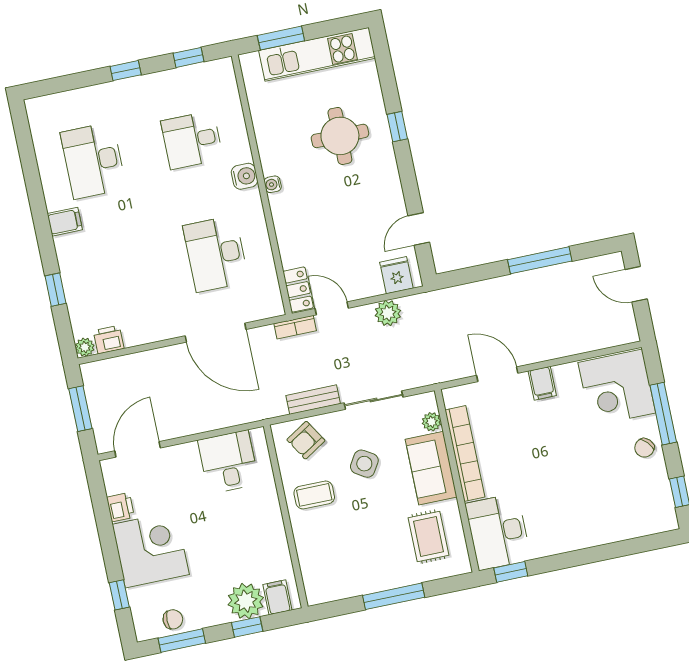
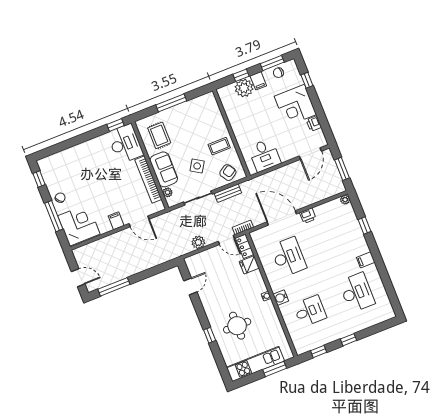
window: (540, 260) -> (114, 287), moved
fridge: (396, 275) -> (249, 265), moved, turned 90
printer: (109, 340) -> (308, 216), moved
filing cabinet: (277, 597) -> (258, 81), moved

